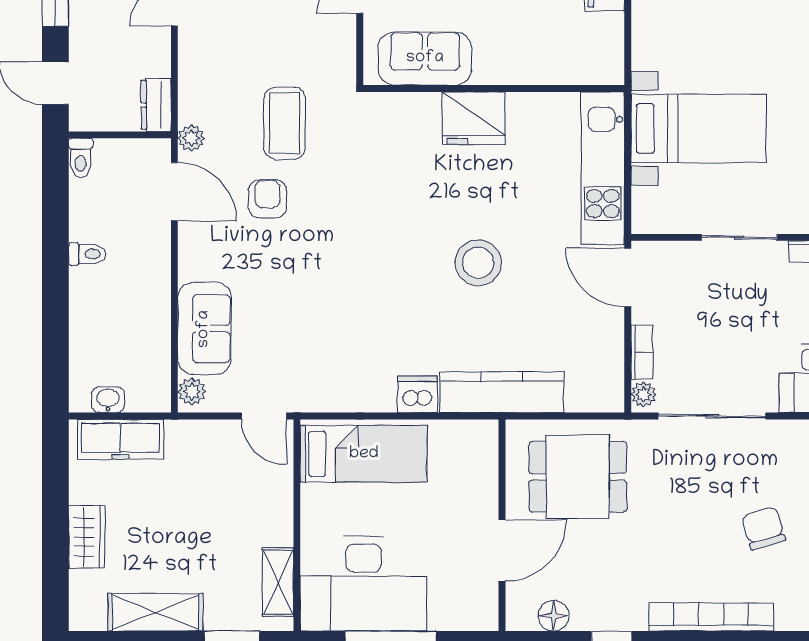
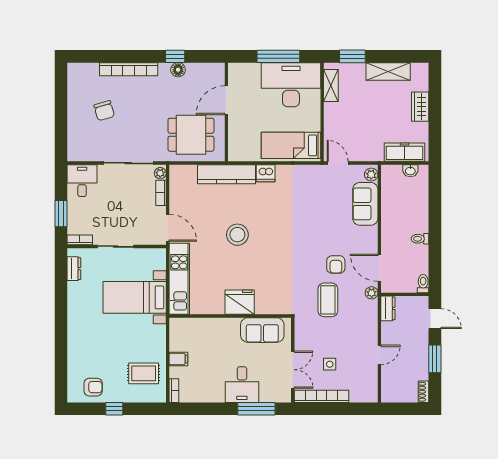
floor lamp: (554, 616) -> (178, 70), moved

